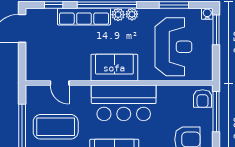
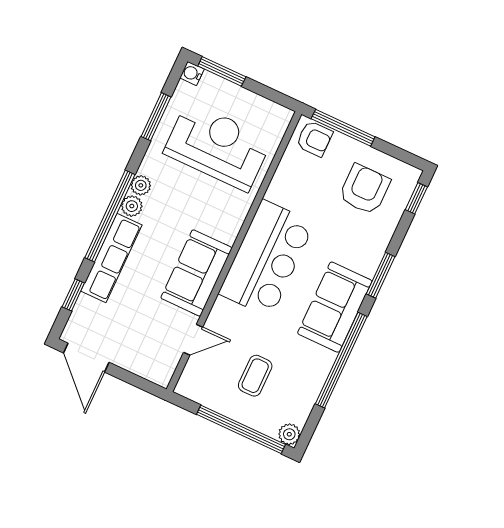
sofa: (114, 68) -> (196, 273), moved
coffee table: (56, 127) -> (255, 376), width x0.54, depth x0.58

